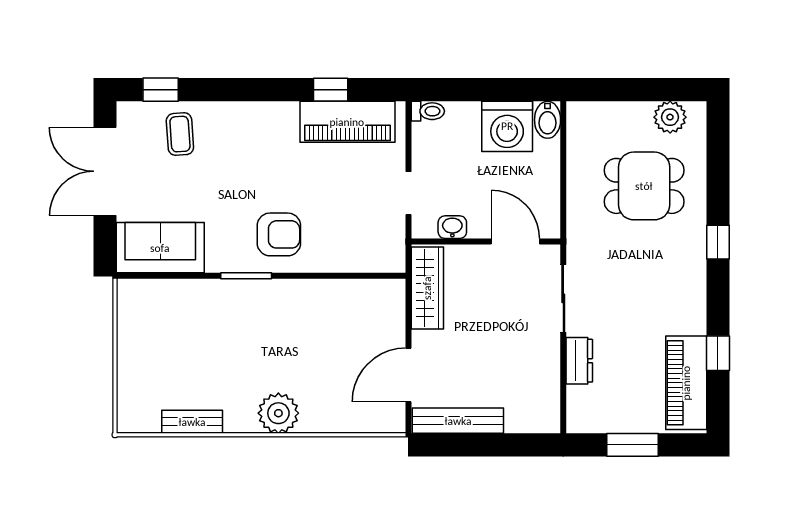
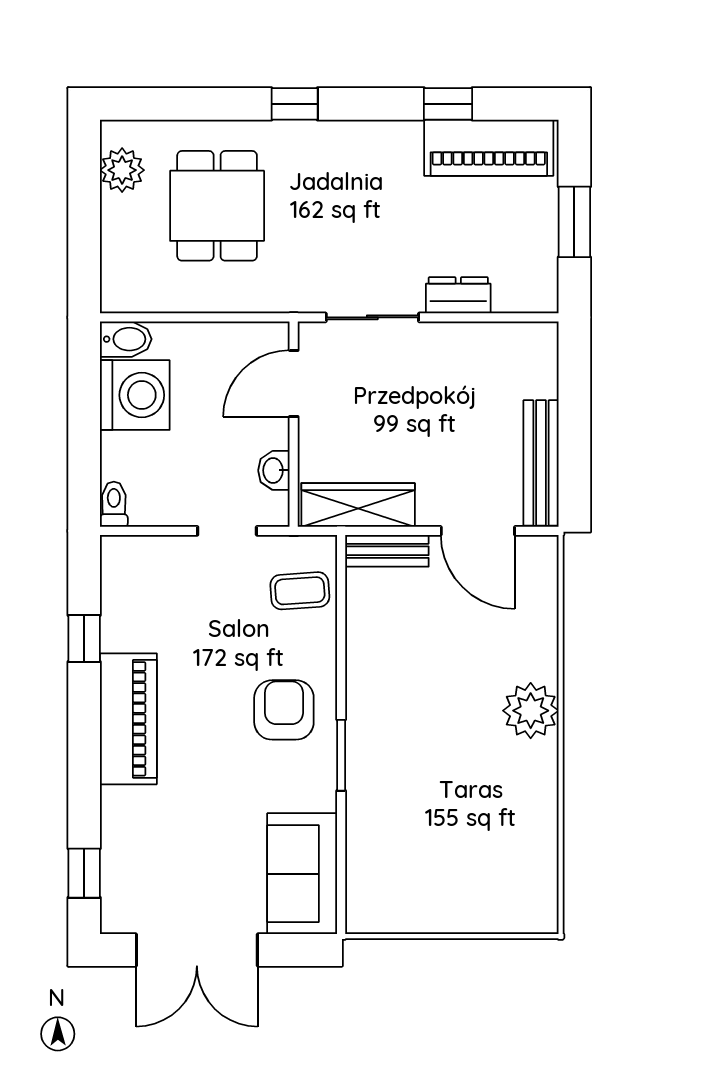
piano: (347, 122) -> (128, 719), moved
coffee table: (180, 134) -> (300, 591), moved
bench: (192, 422) -> (387, 551), moved, turned 90

